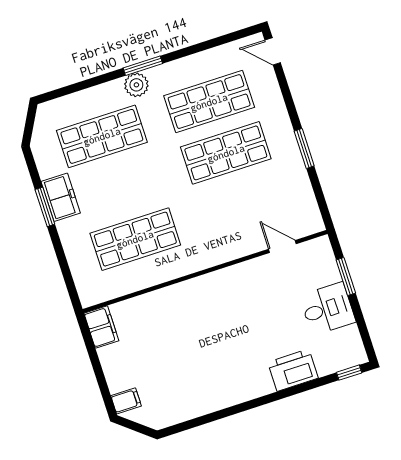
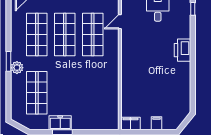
shop shelf: (135, 239) -> (93, 34), moved
printer: (293, 370) -> (182, 50), moved
filing cabinet: (126, 401) -> (157, 123), moved

